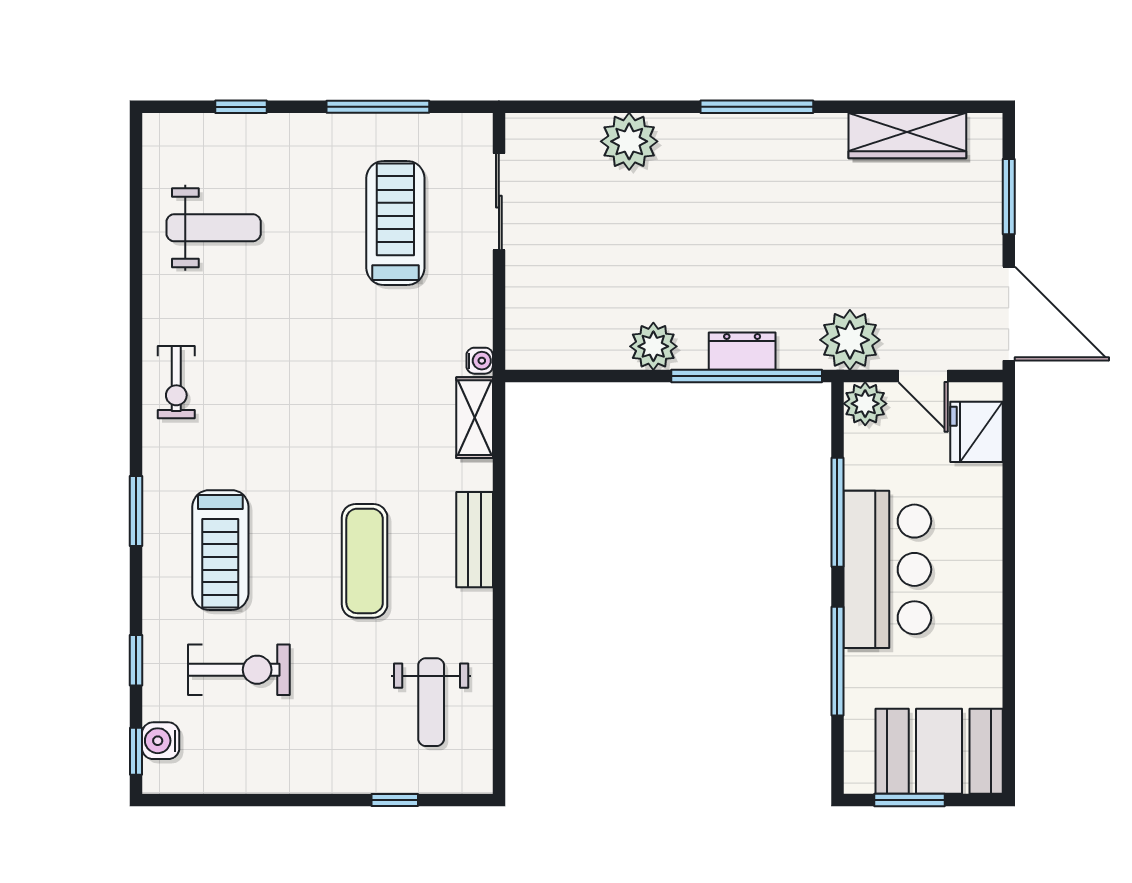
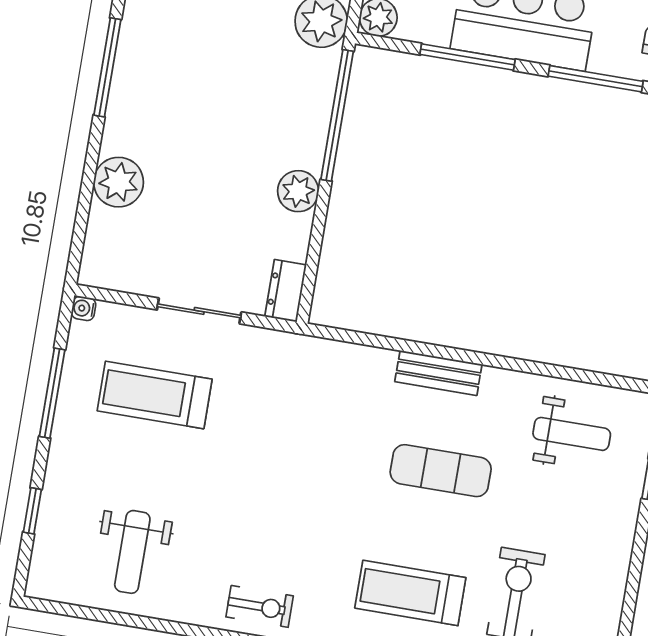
sliding door: (499, 202) -> (199, 311), moved
weight bench: (214, 228) -> (132, 552), turned 180
dresser: (742, 351) -> (286, 291), moved
water cooler: (480, 361) -> (84, 308), moved, turned -90
shelving: (475, 418) -> (333, 355), removed
treadmill: (220, 550) -> (410, 593), turned 180

